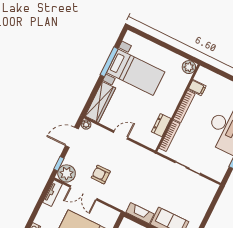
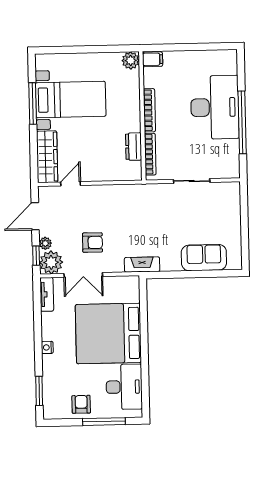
filing cabinet: (197, 88) -> (153, 59), moved
plant: (86, 125) -> (45, 243), moved
door: (121, 135) -> (71, 184), moved
armchair: (101, 175) -> (92, 243), turned 180
fireplace: (140, 213) -> (142, 264), moved

